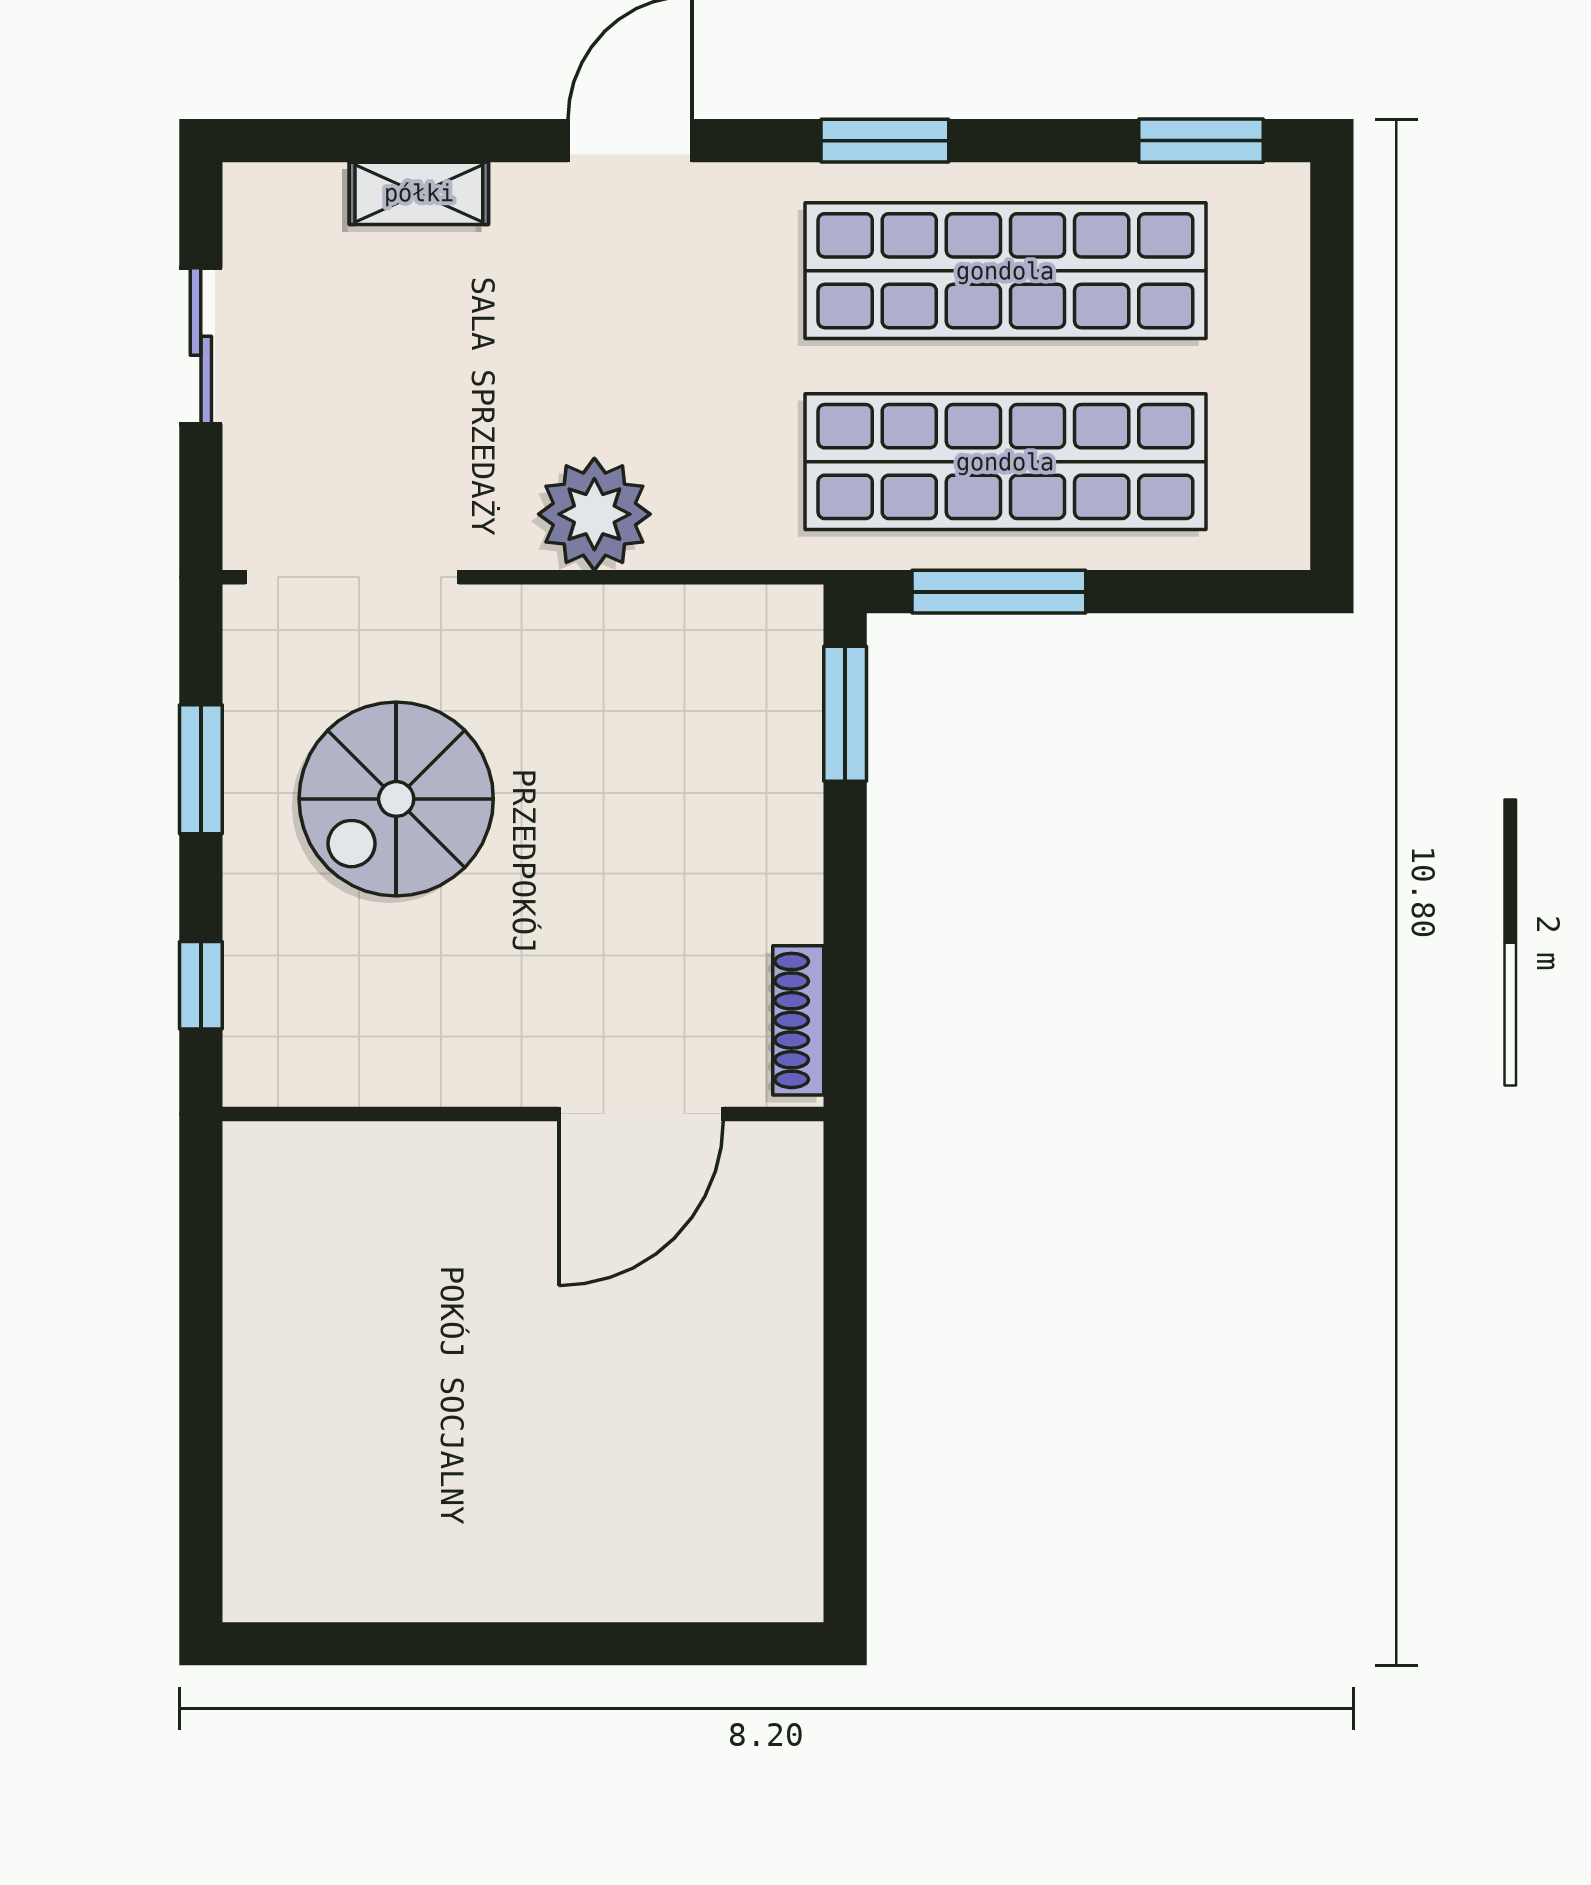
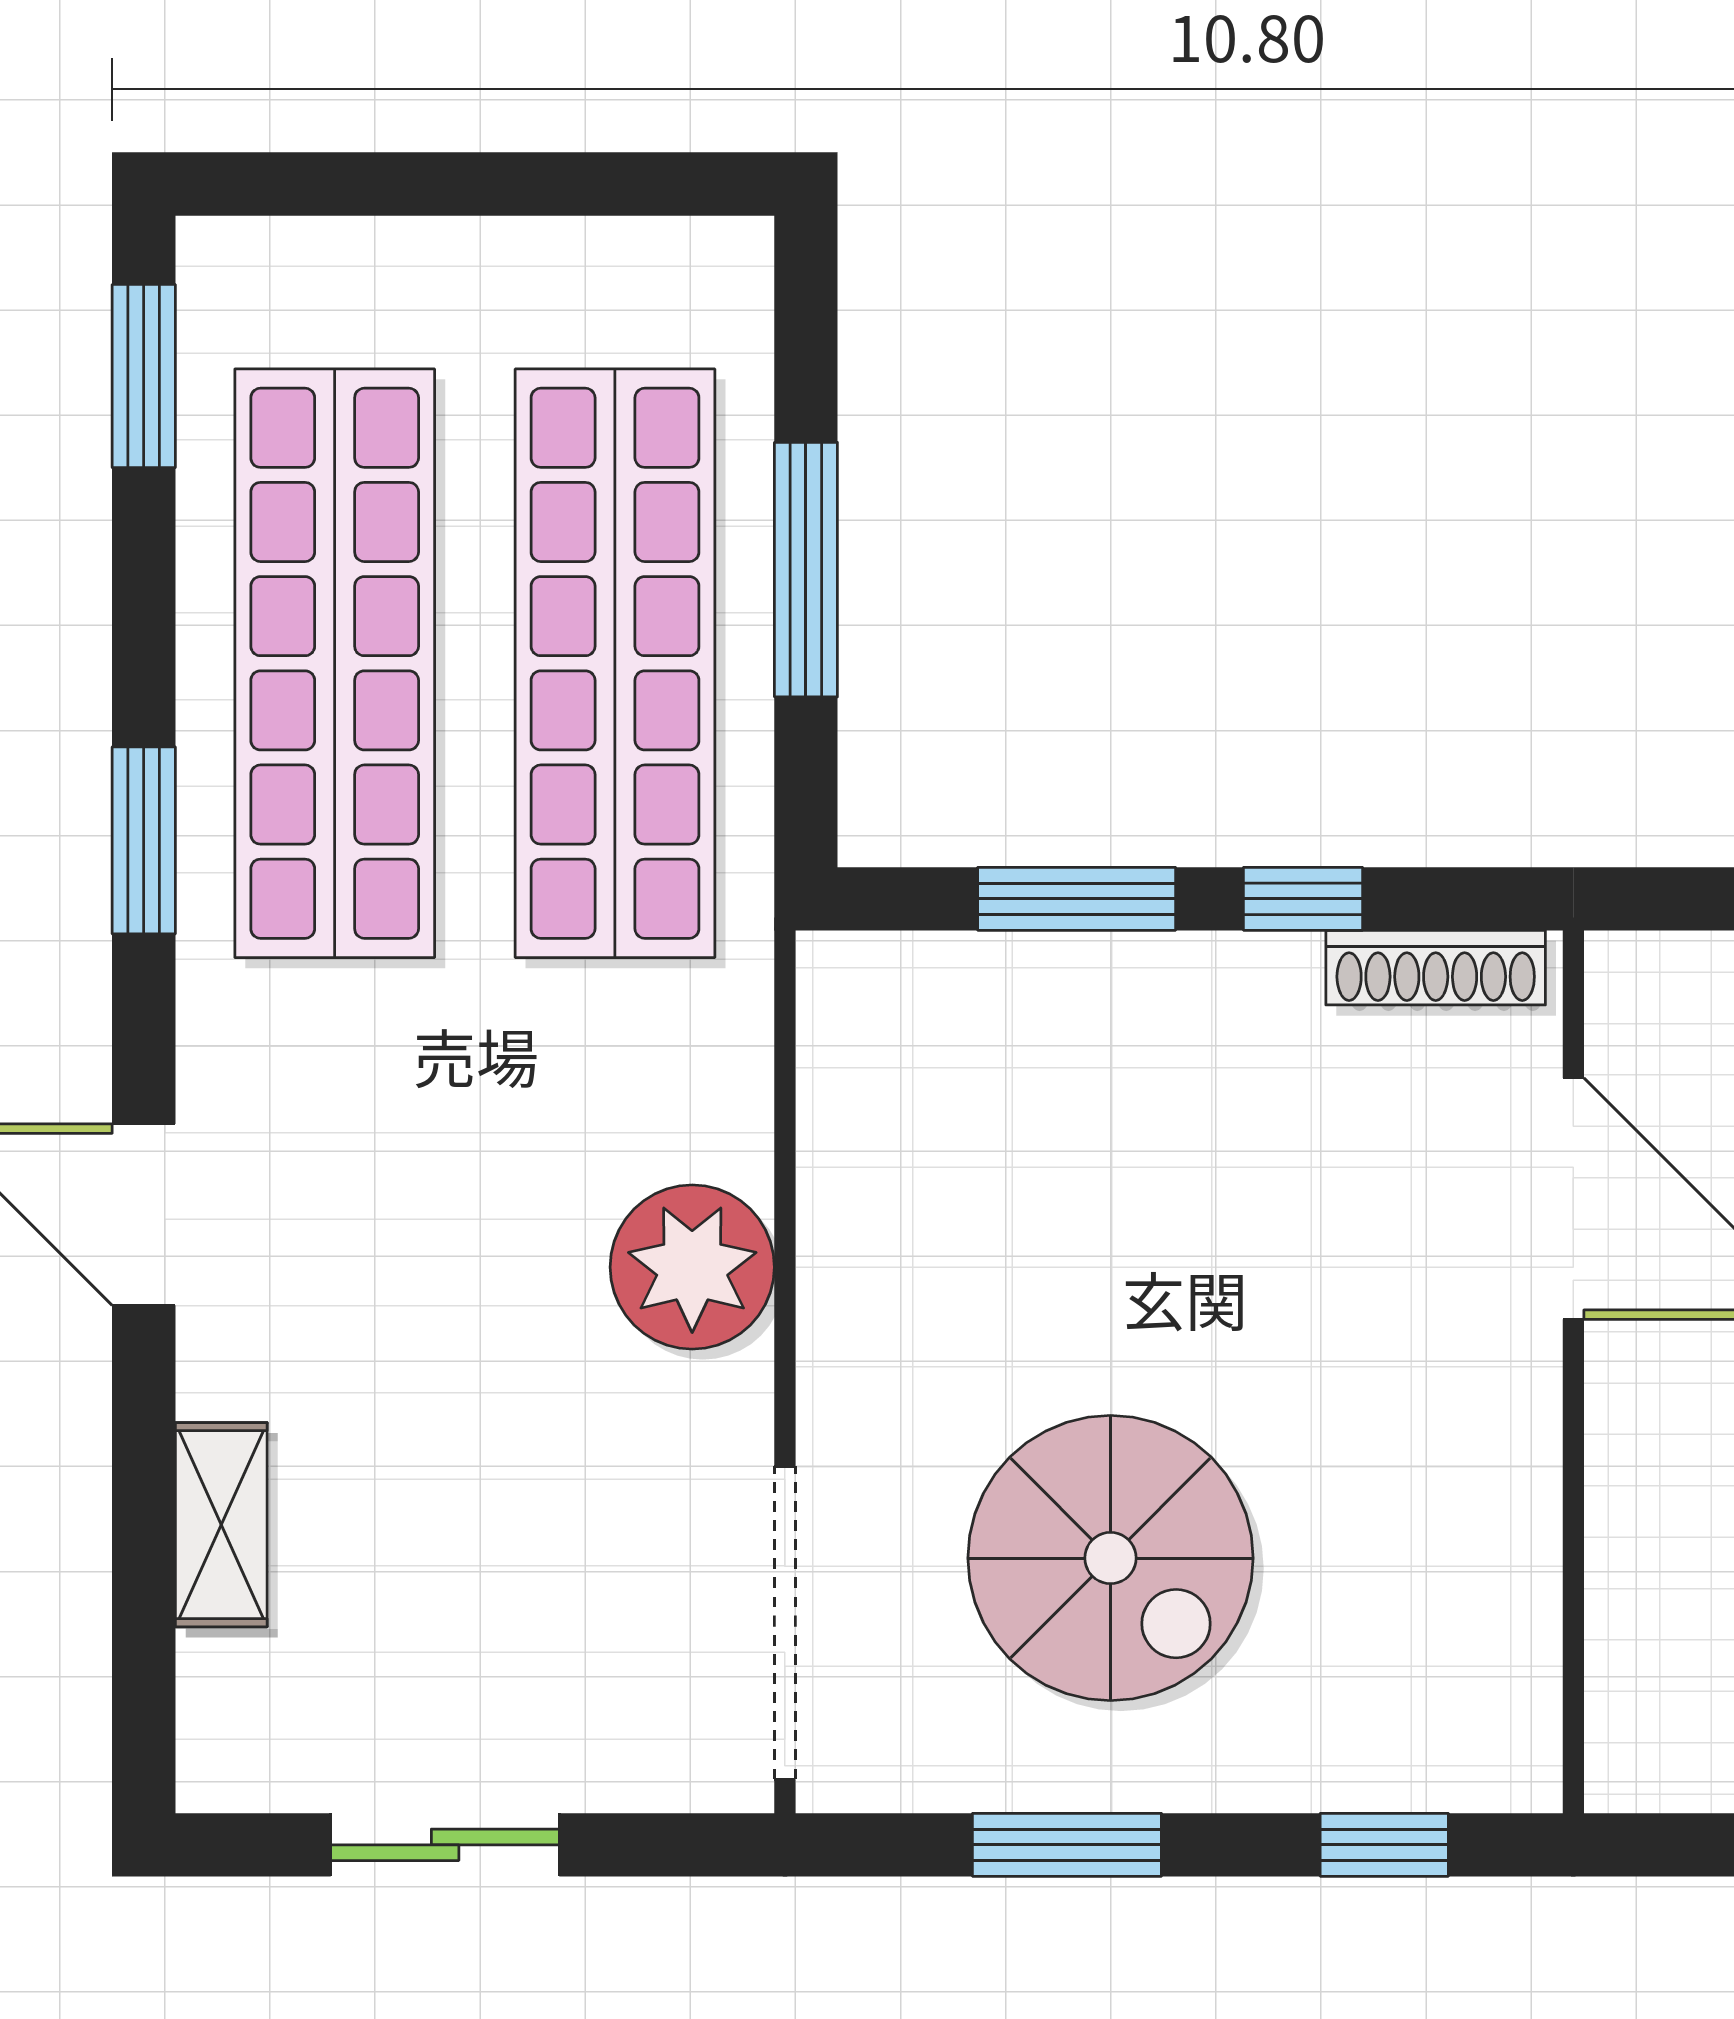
window: (999, 592) -> (806, 570), moved
window: (845, 714) -> (1077, 899), moved
window: (845, 930) -> (1303, 899), added

